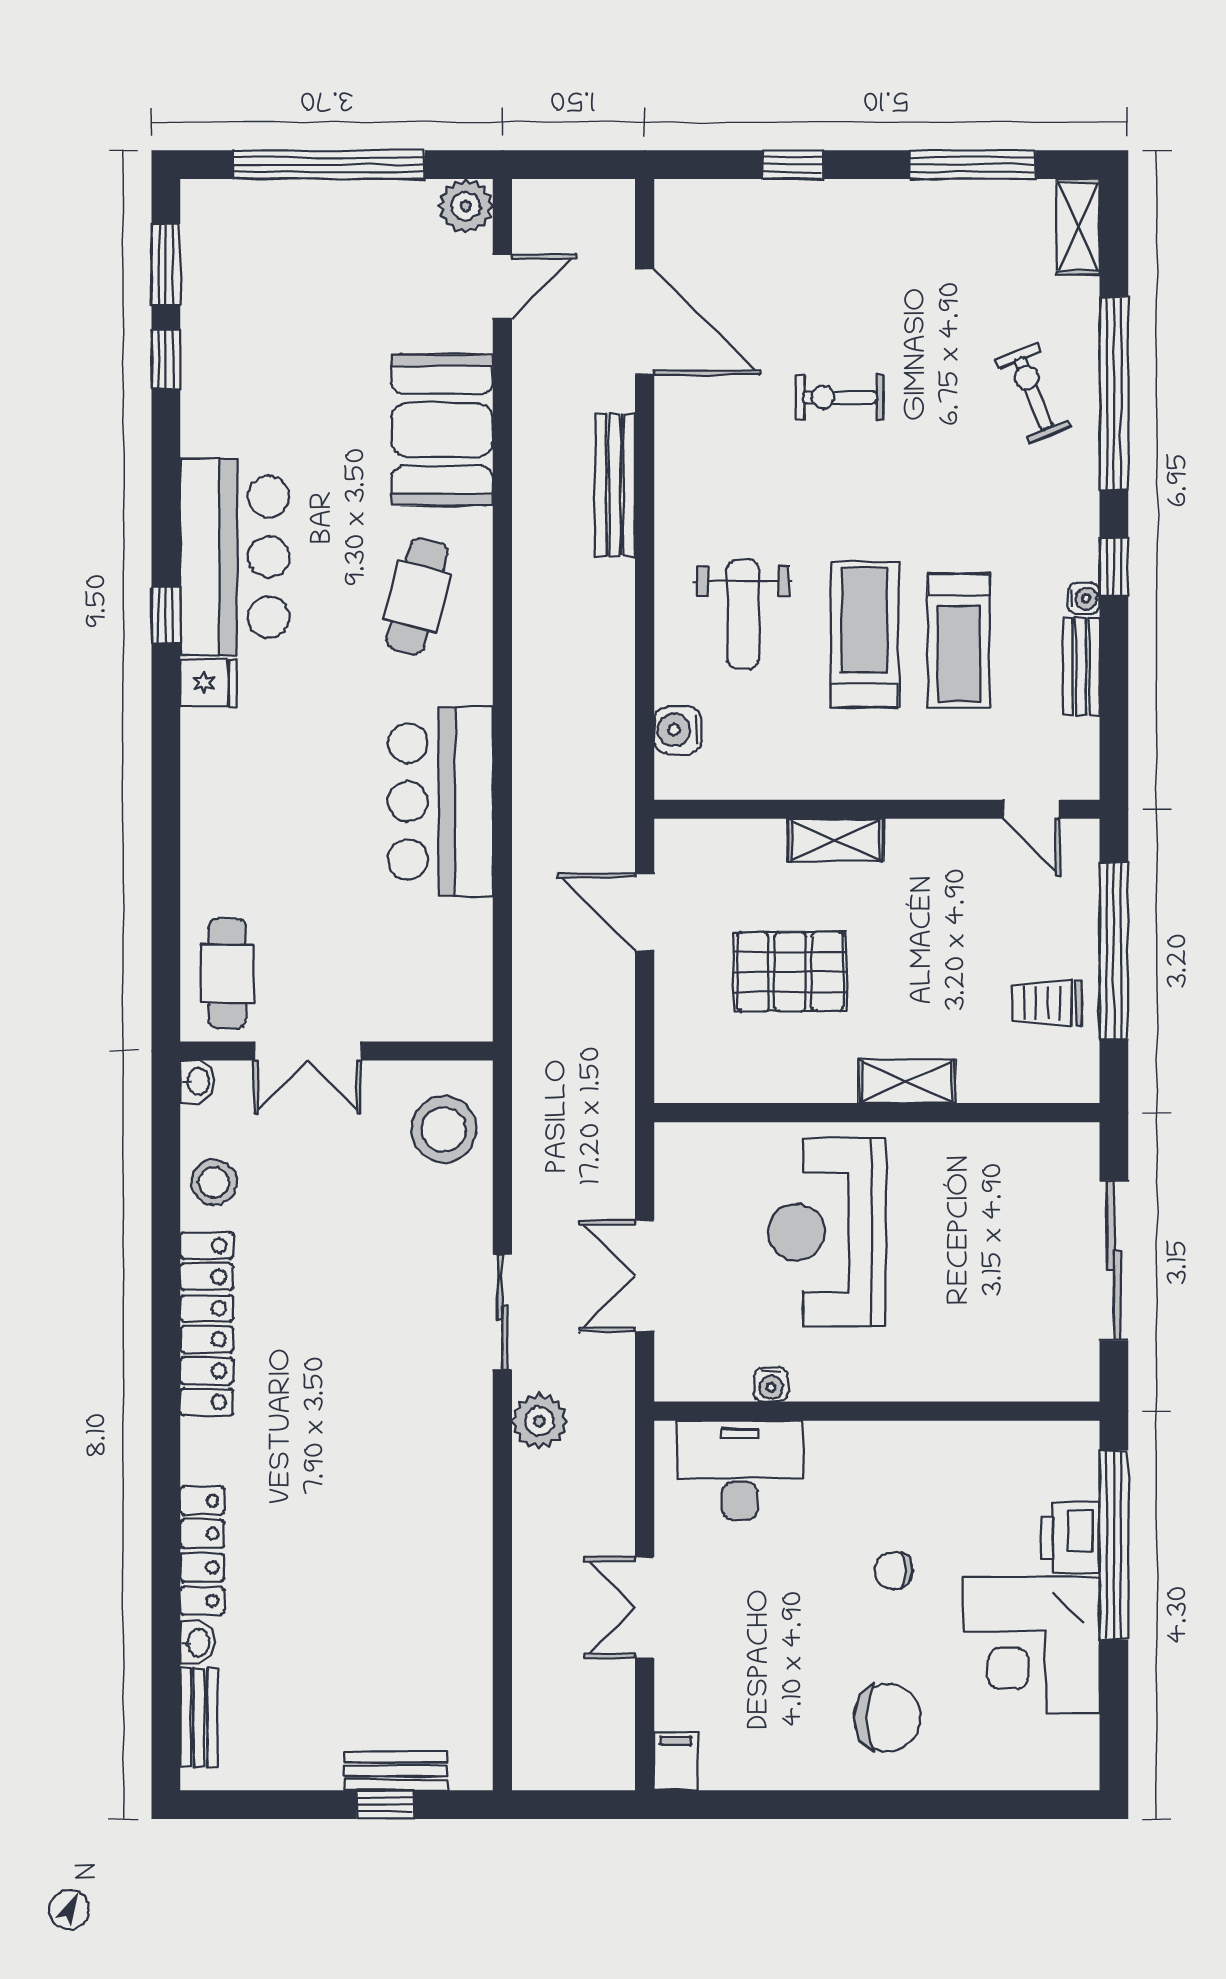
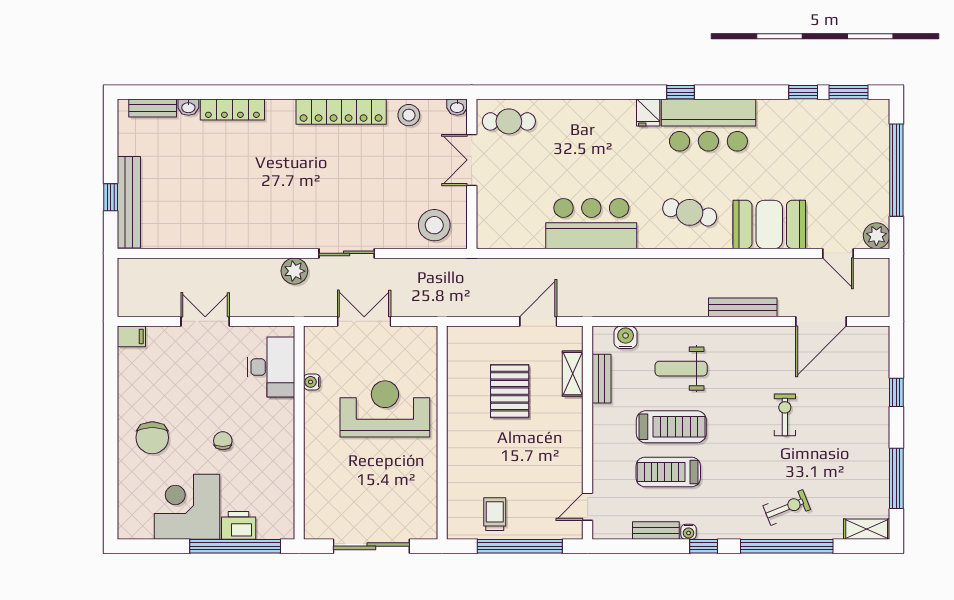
bench: (764, 780) -> (601, 379), added
shelving: (836, 840) -> (573, 374), moved
shelving: (907, 1081) -> (457, 447), removed
bench: (396, 1771) -> (129, 202), width x1.86, depth x1.21

